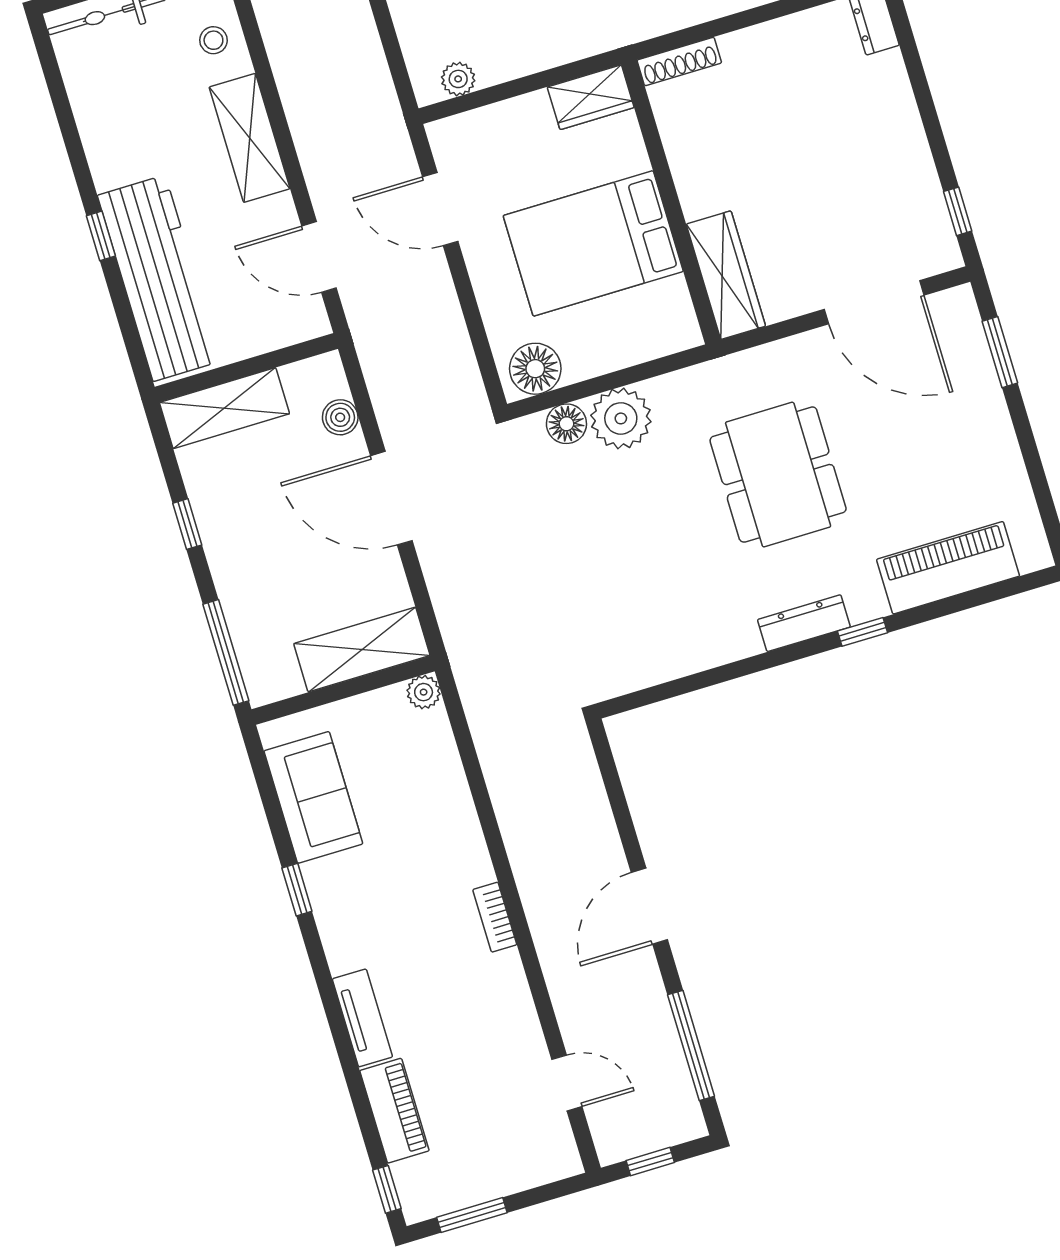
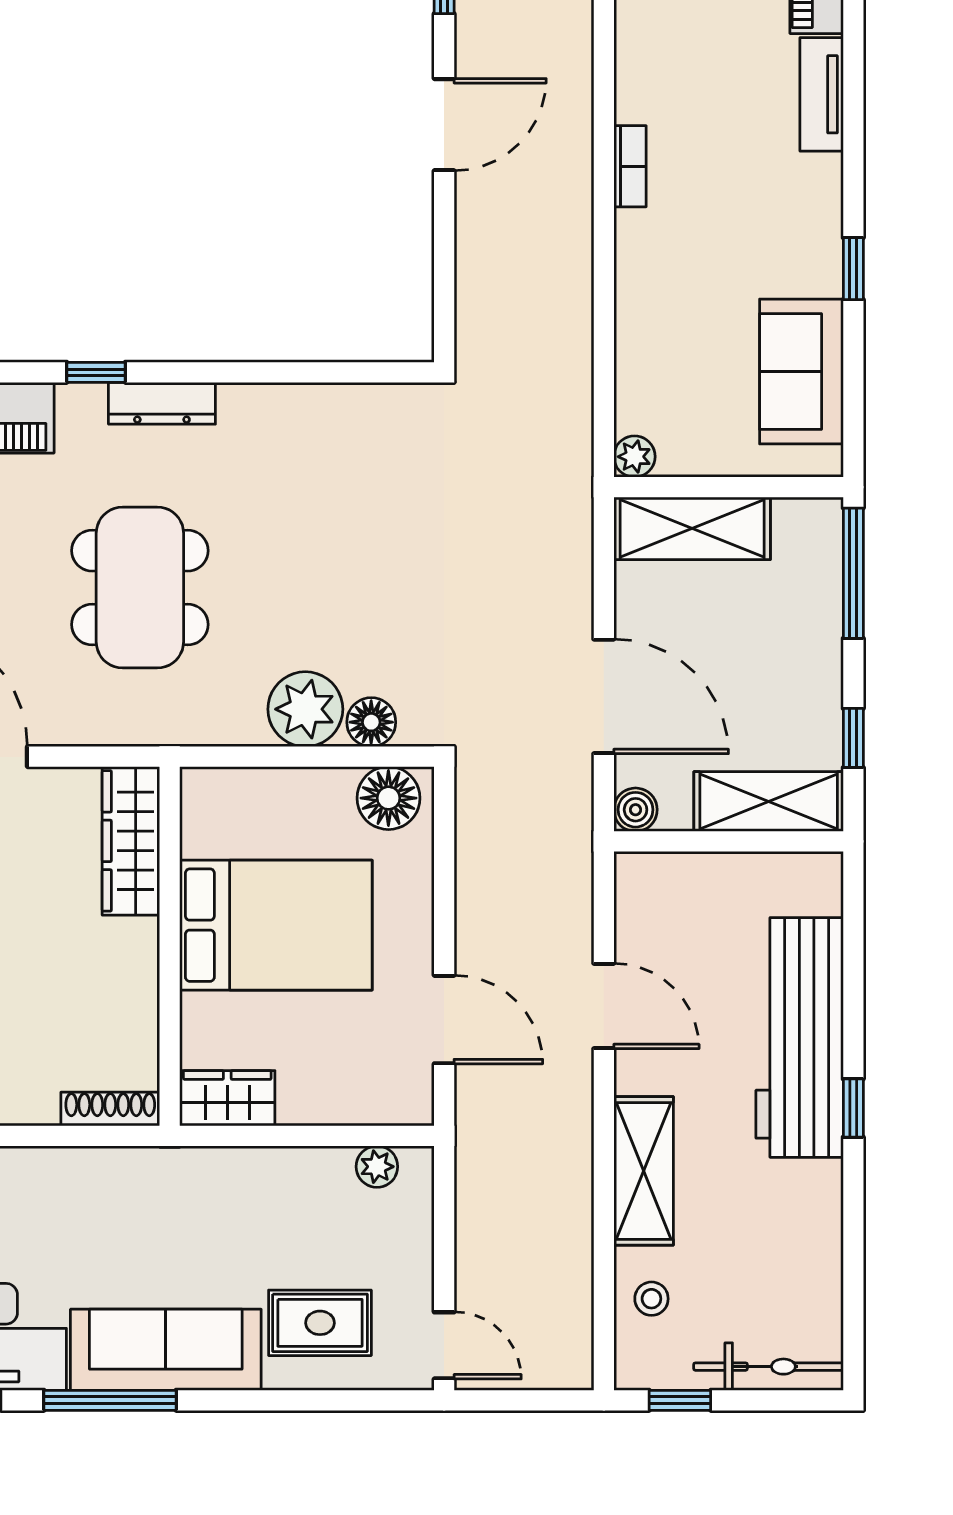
wall: (246, 368) -> (729, 841), moved
shelving: (224, 408) -> (769, 802), moved

